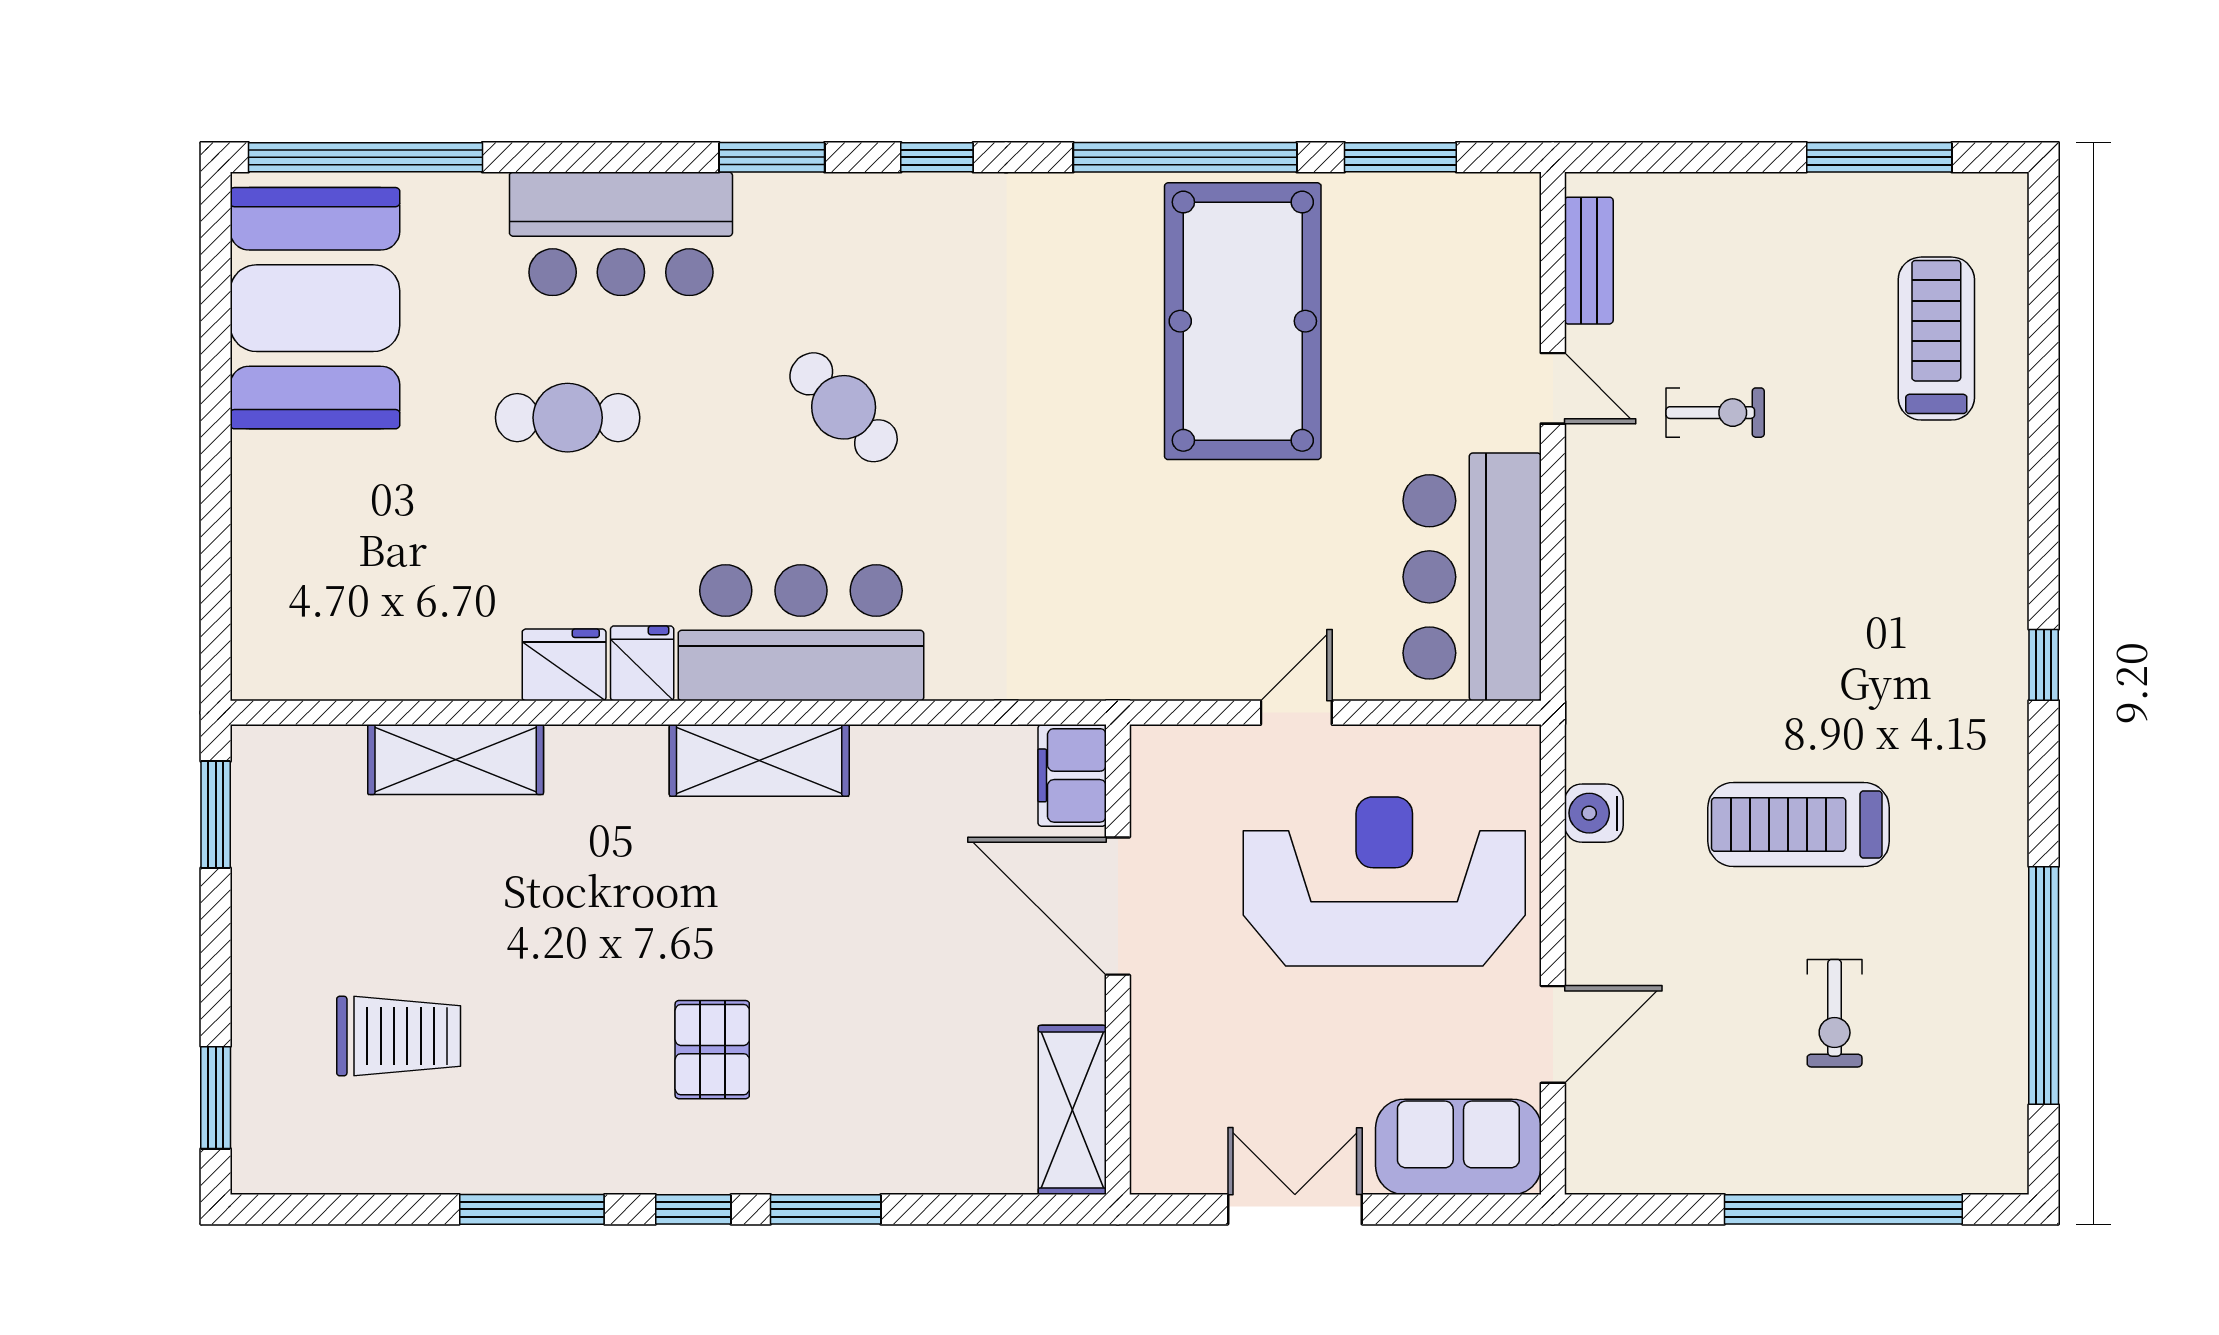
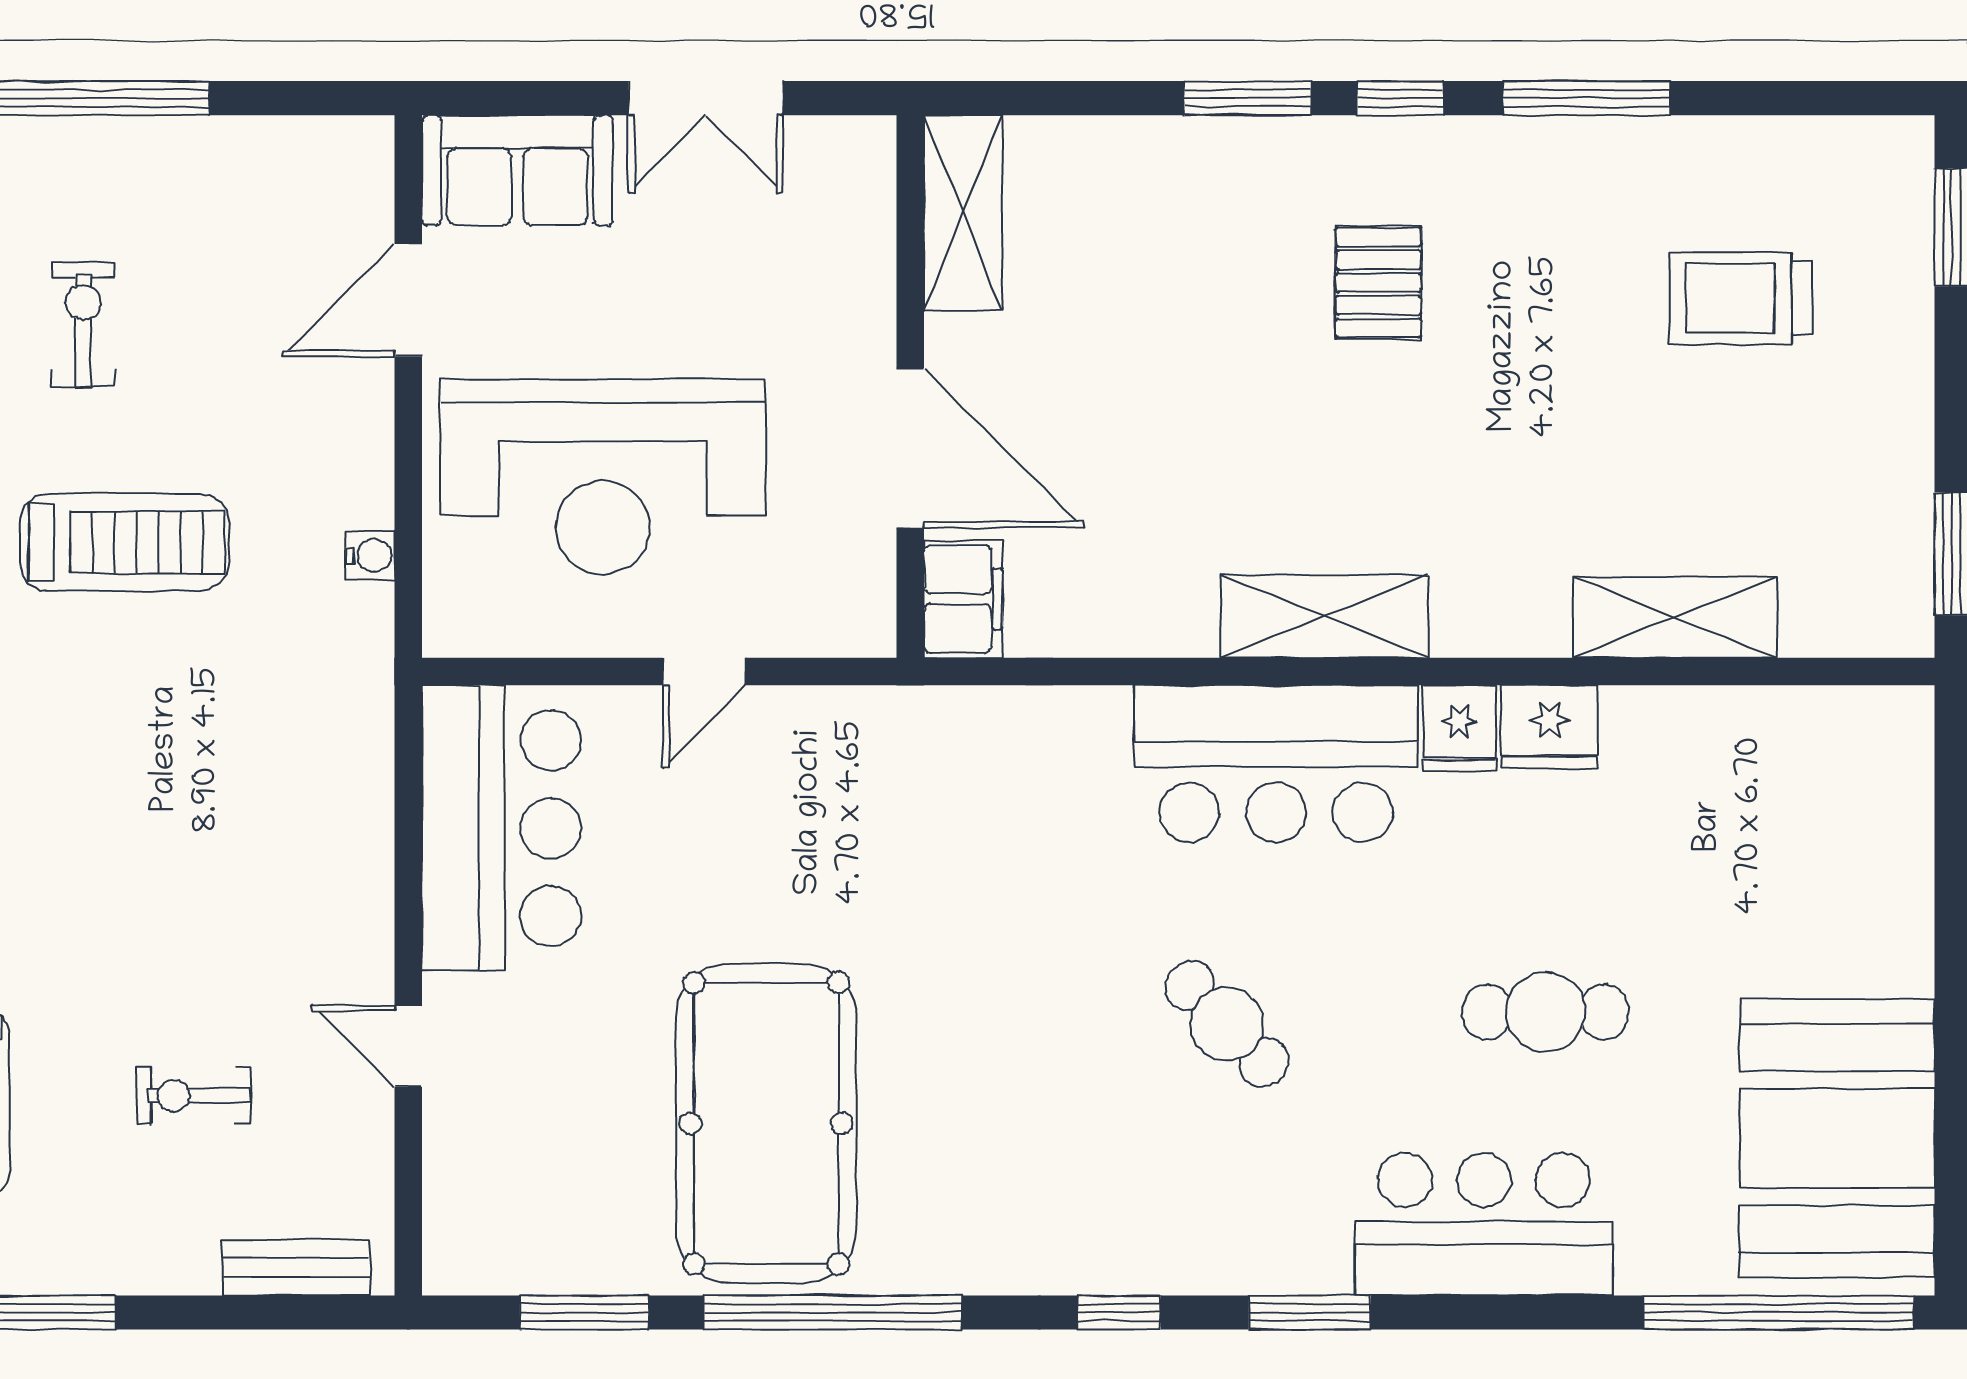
bench: (1589, 261) -> (296, 1268), moved, turned 90
exercise bike: (1715, 413) -> (194, 1096), moved
water cooler: (1594, 813) -> (370, 556), width x0.72, depth x0.72

